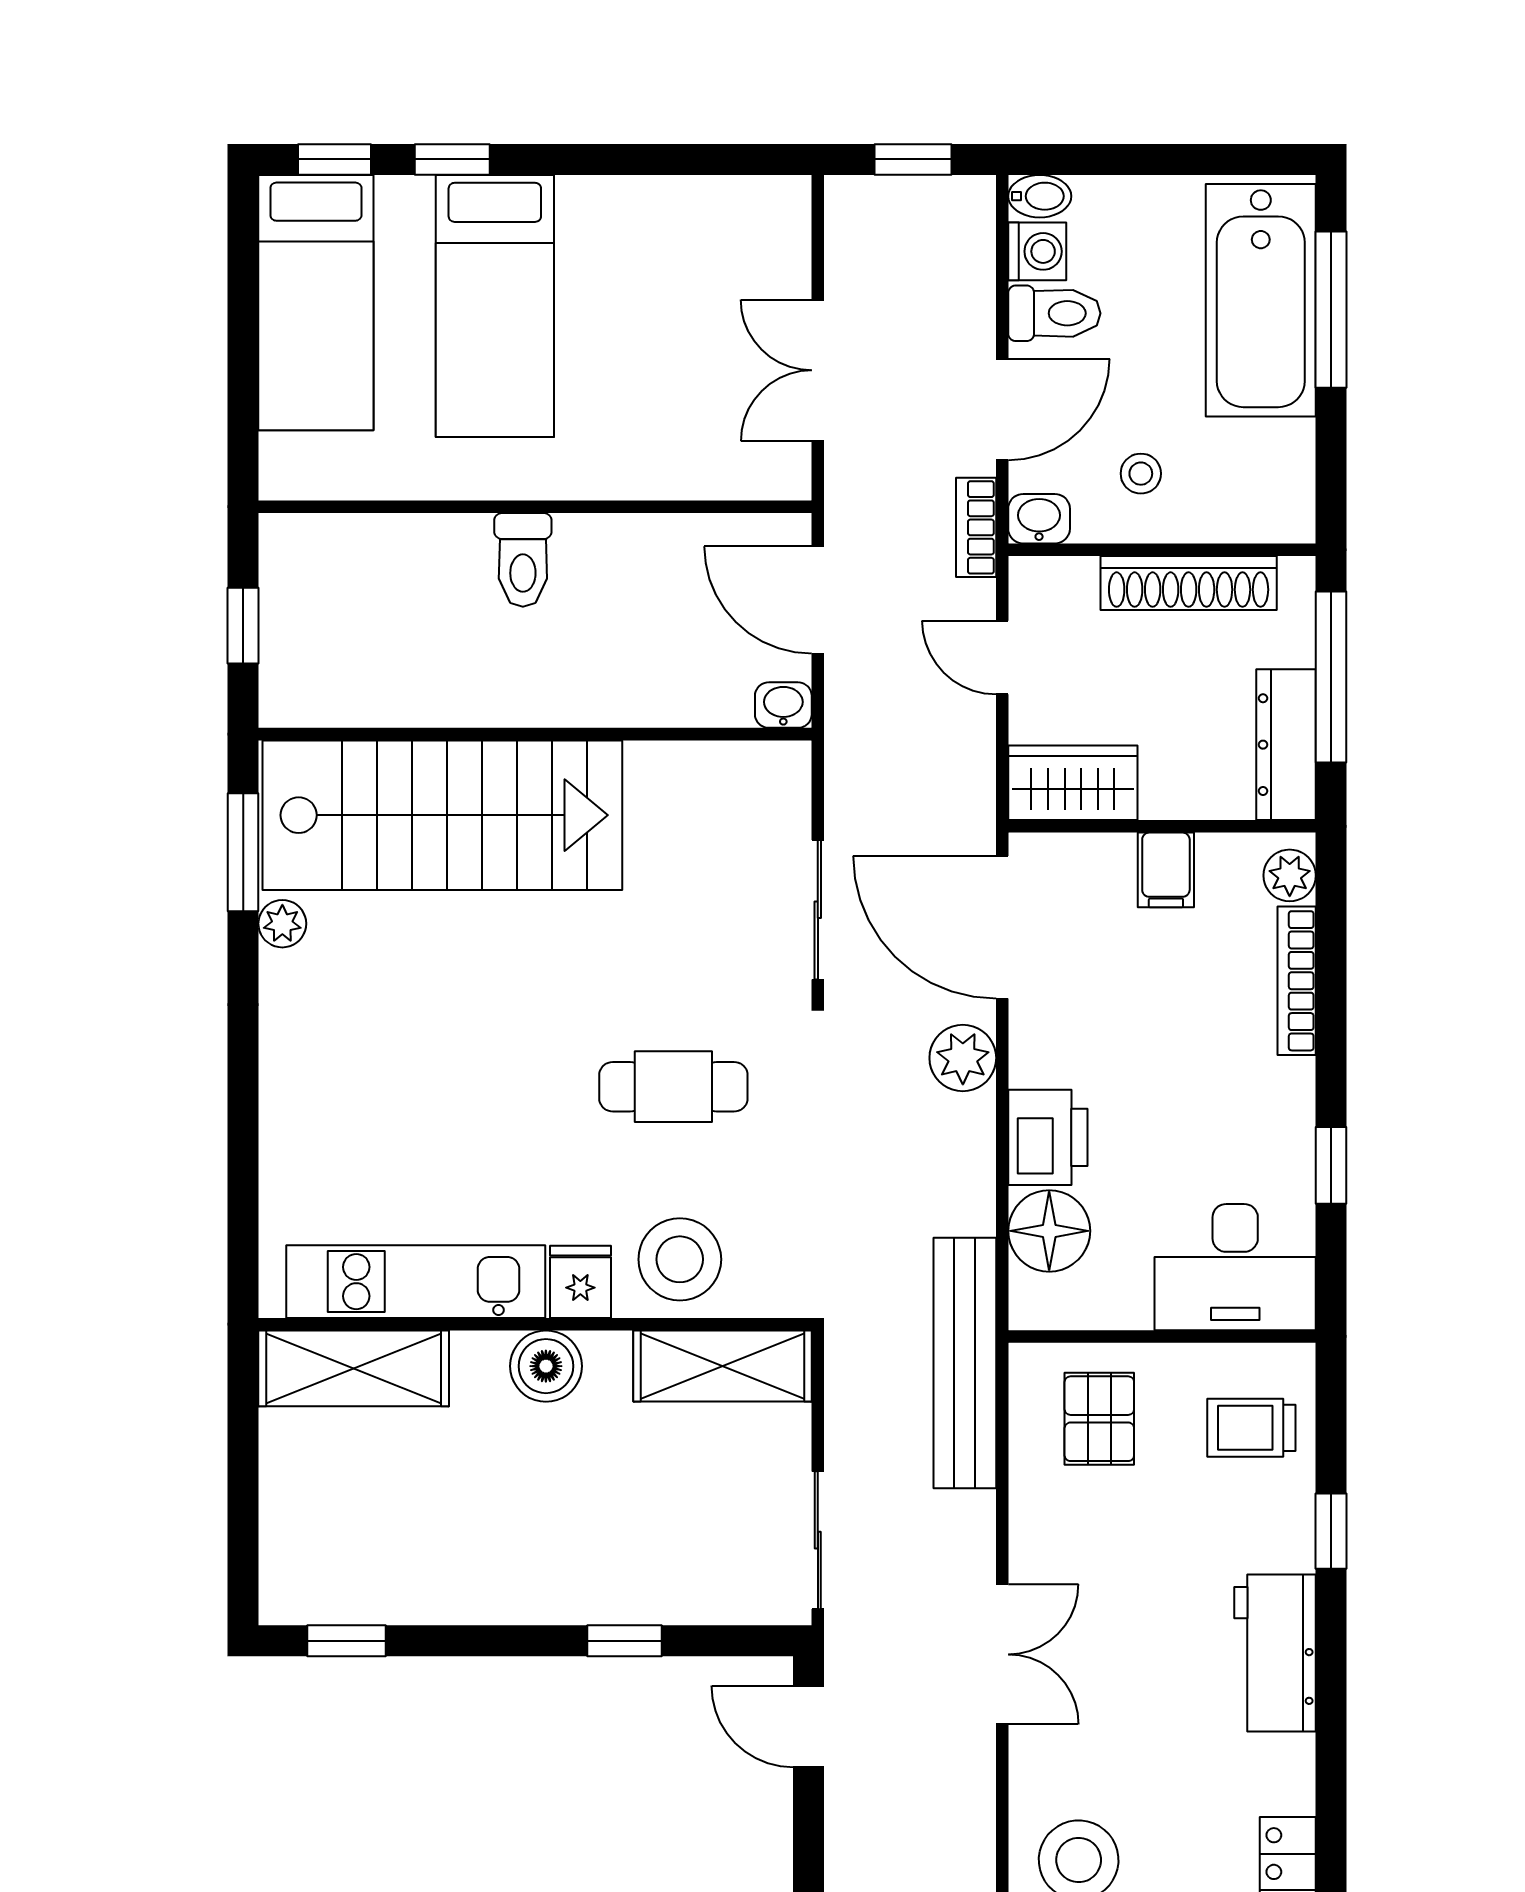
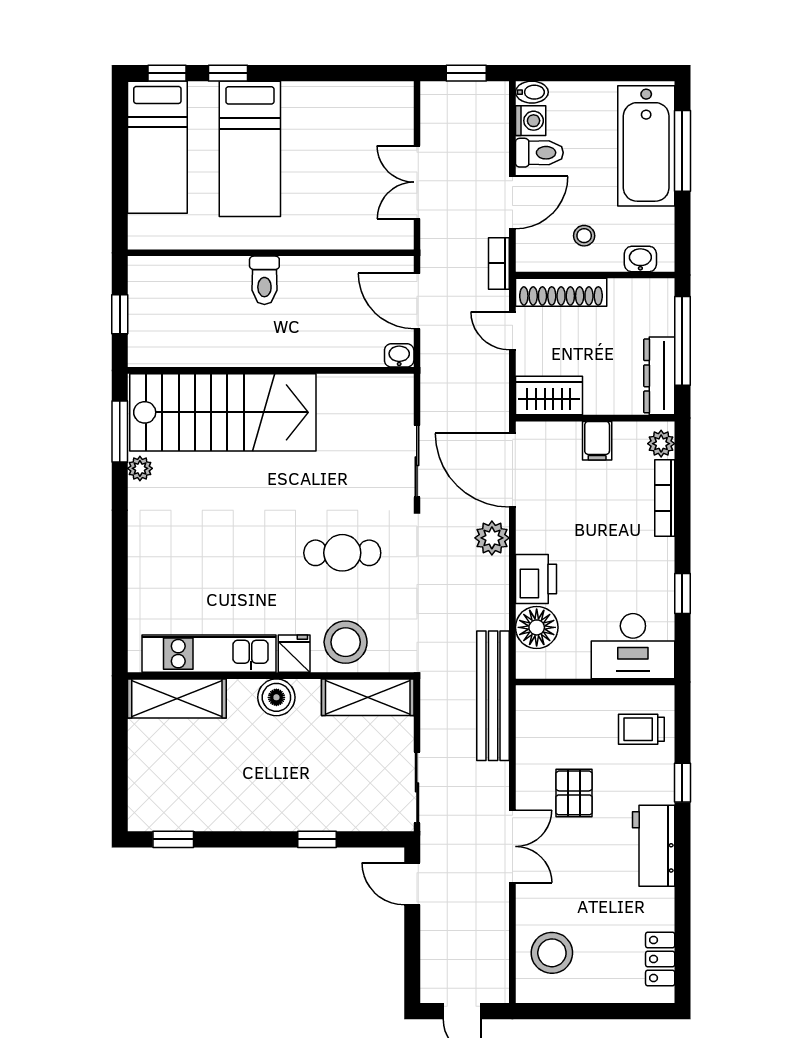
washbasin: (1039, 519) -> (640, 259), moved
shoe rack: (1189, 583) -> (561, 292), moved
pallet: (1099, 1419) -> (574, 793), moved

